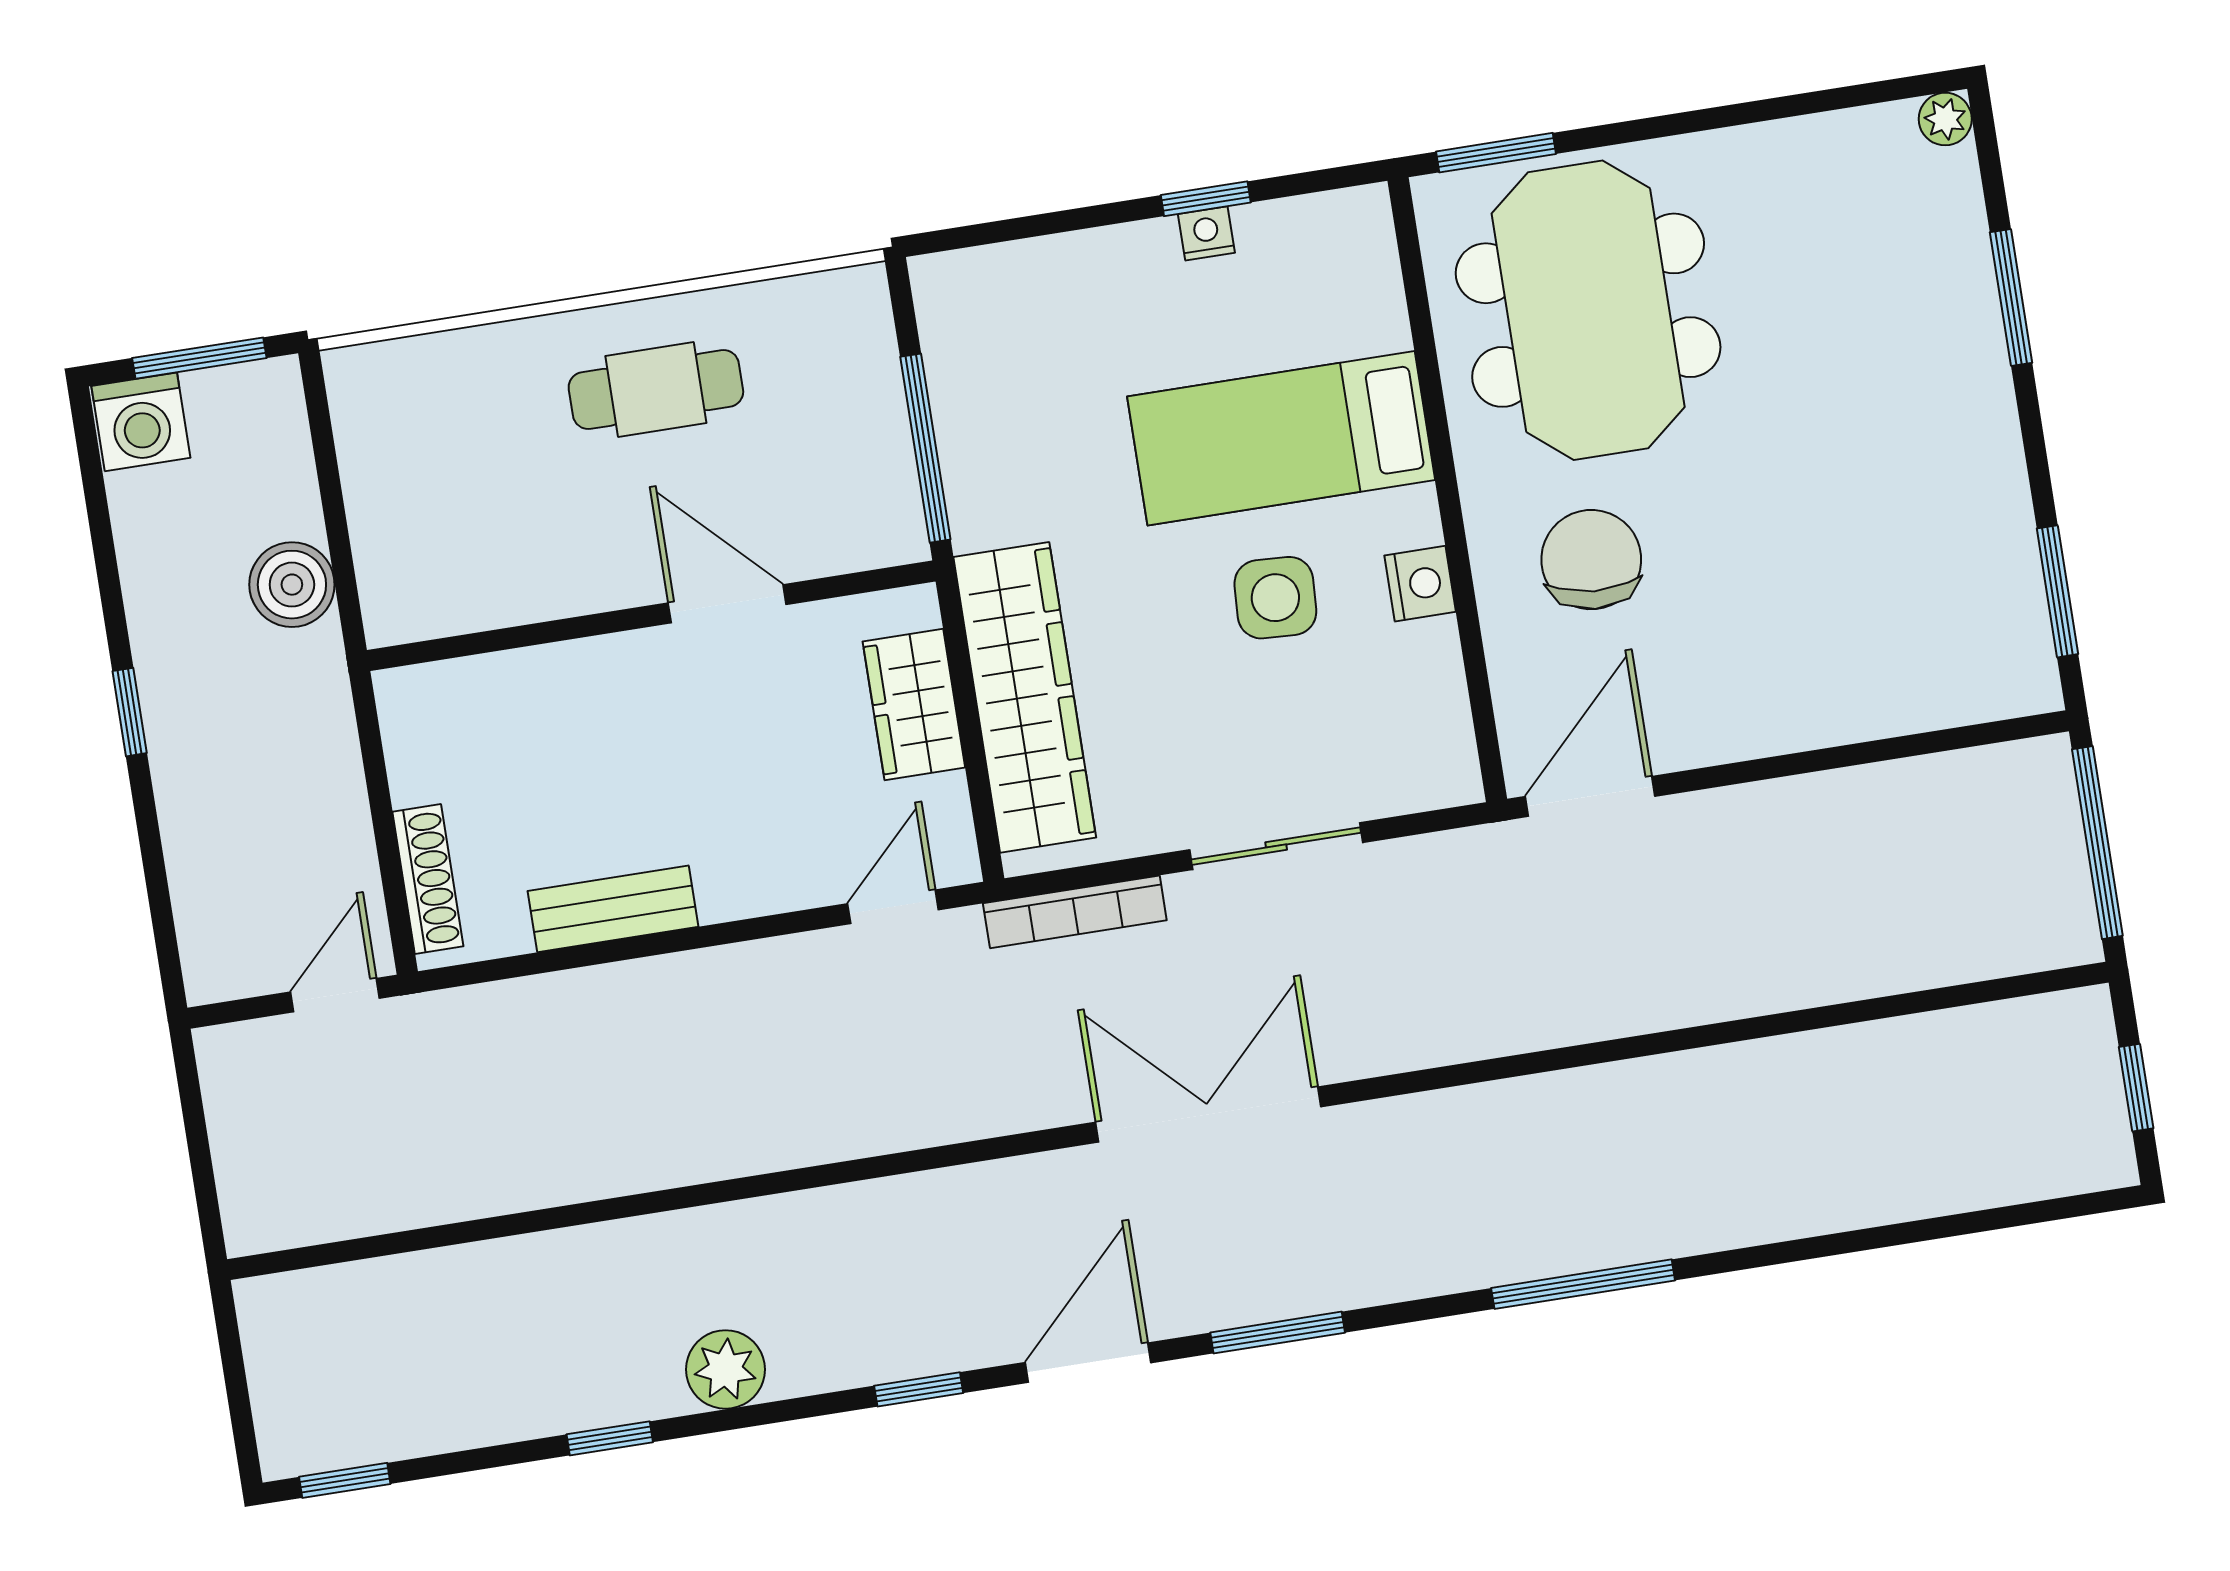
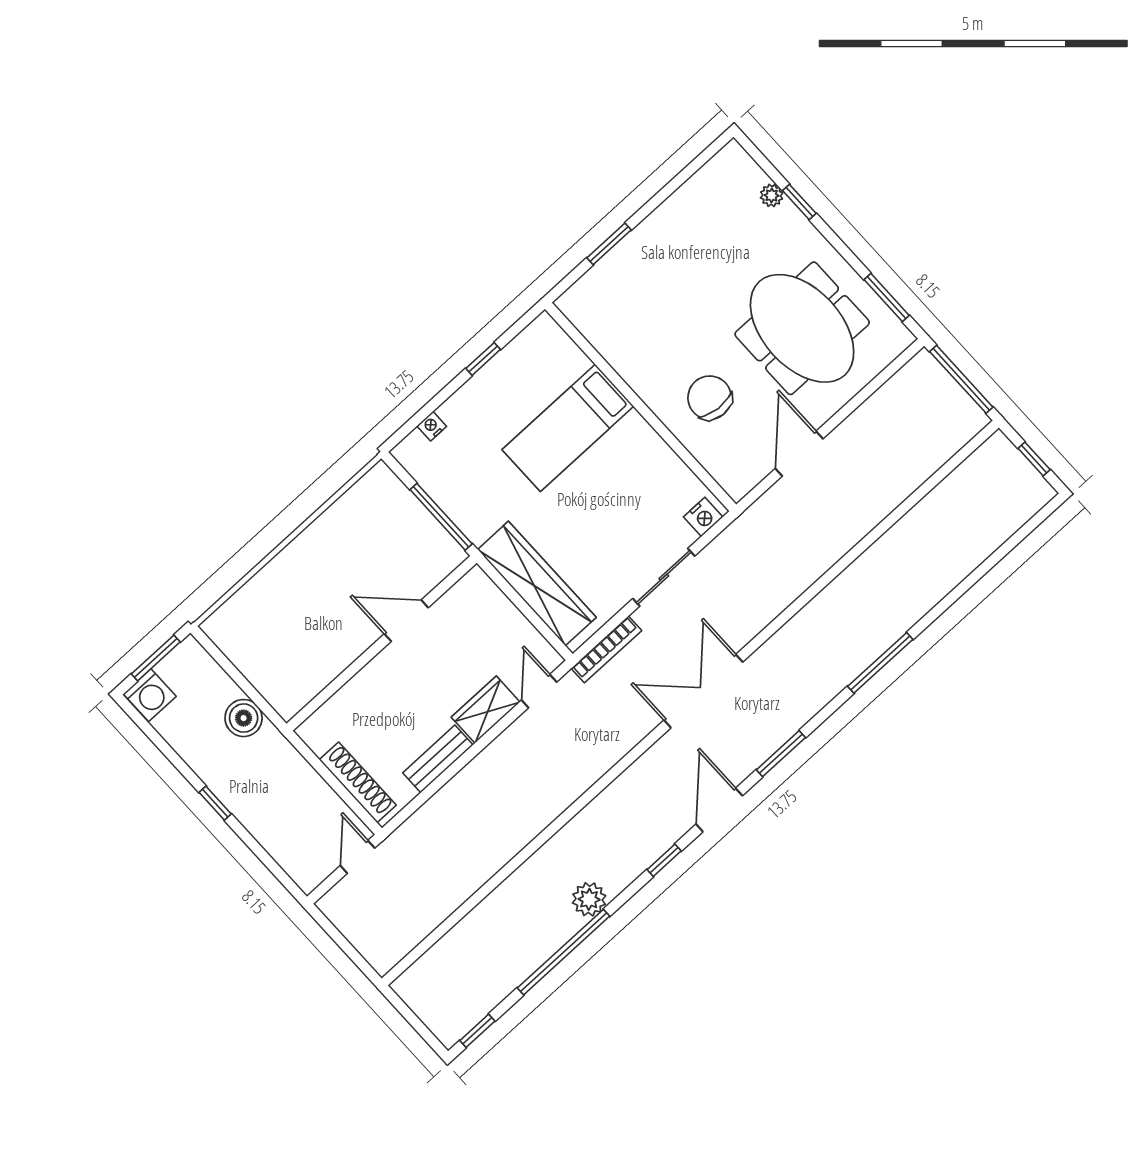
plant: (1945, 119) -> (772, 195), moved
window: (1496, 153) -> (609, 244), moved
nightstand: (1206, 233) -> (432, 426), moved
window: (2011, 298) -> (799, 202), width x0.67
meeting table: (1588, 310) -> (802, 328), moved
cafe table: (656, 390) -> (329, 560), removed
nightstand: (1420, 584) -> (703, 517), moved, turned 90
side table: (1275, 598) -> (604, 487), removed
wardrobe: (914, 705) -> (486, 710), moved, turned 90
door: (1590, 796) -> (799, 454), moved
shoe rack: (428, 879) -> (358, 782), width x1.36, depth x1.24
window: (610, 1438) -> (564, 952), width x3.17

